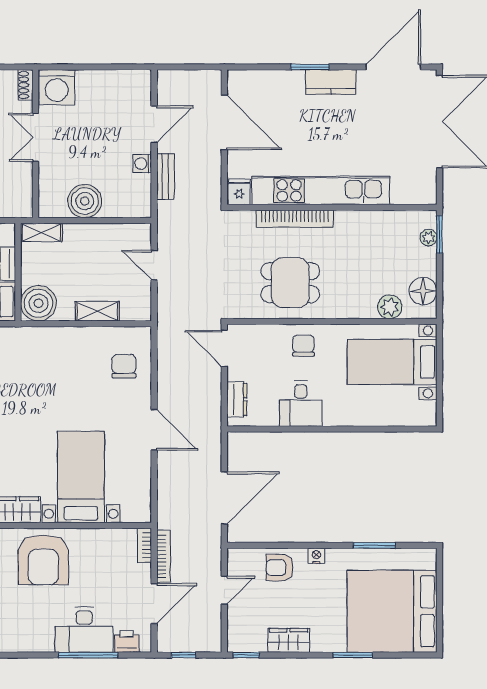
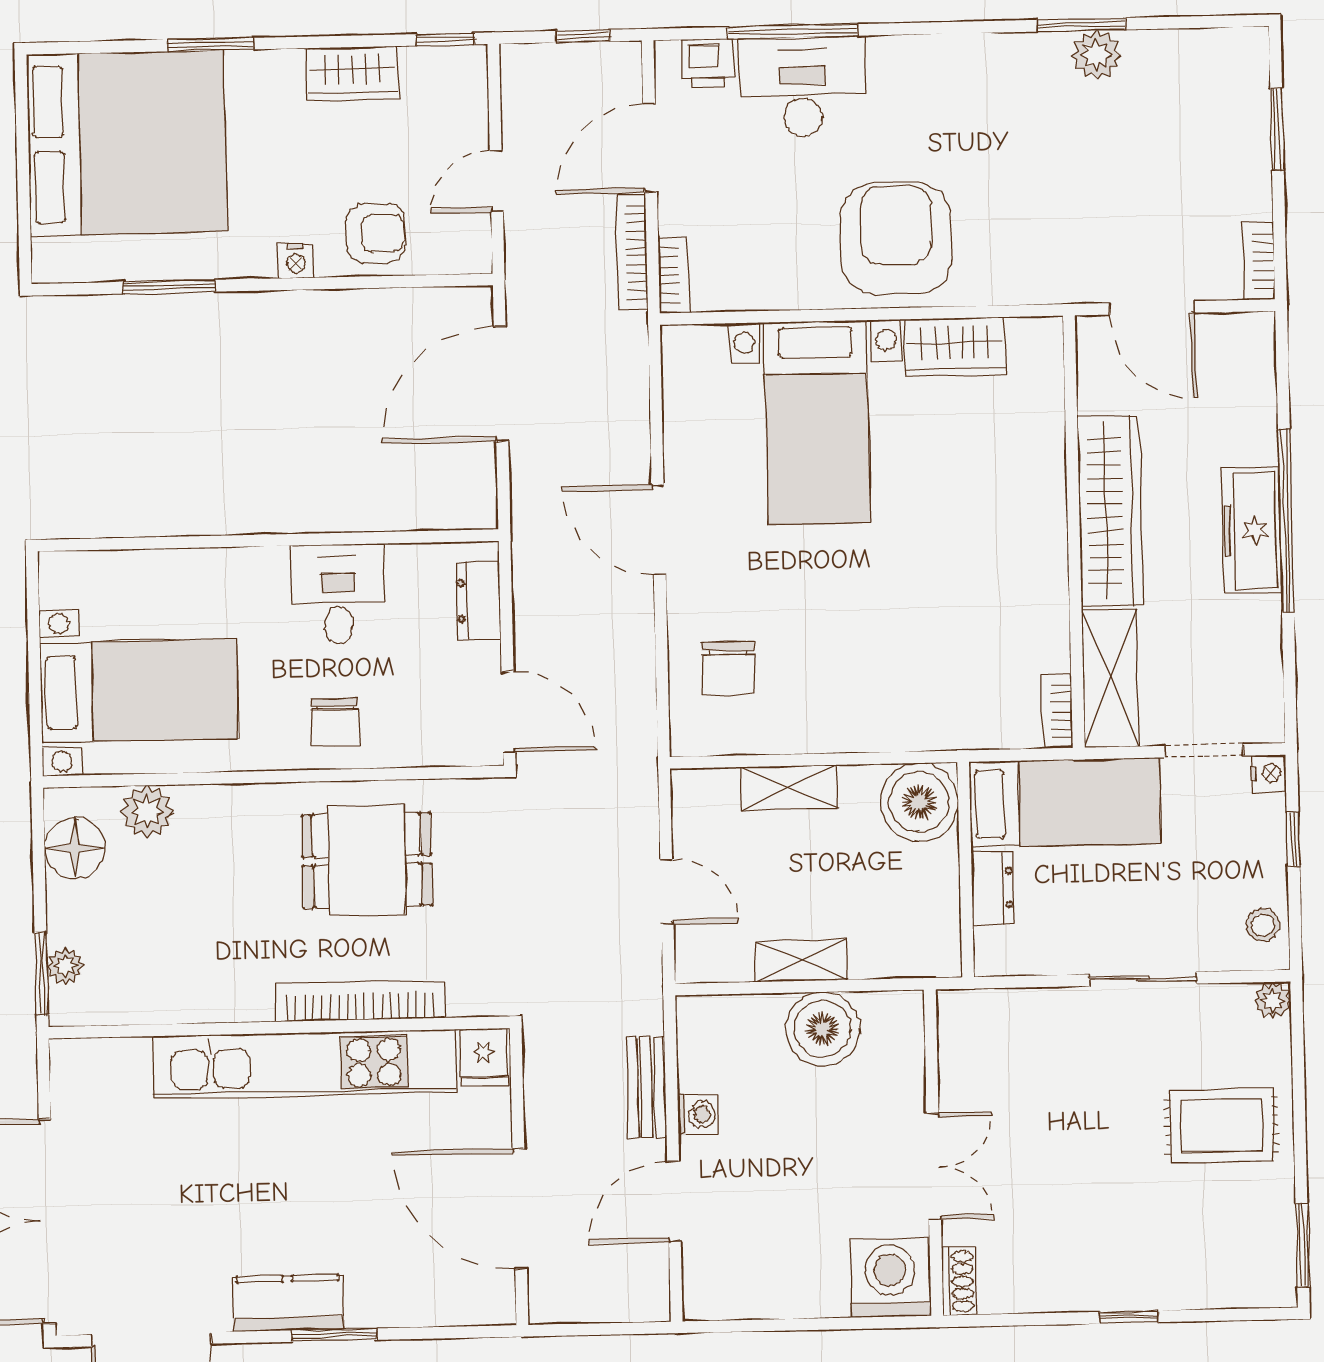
shelving: (41, 232) -> (801, 960), moved

